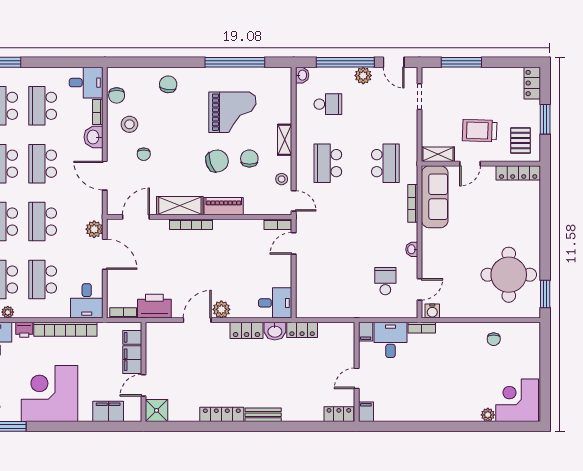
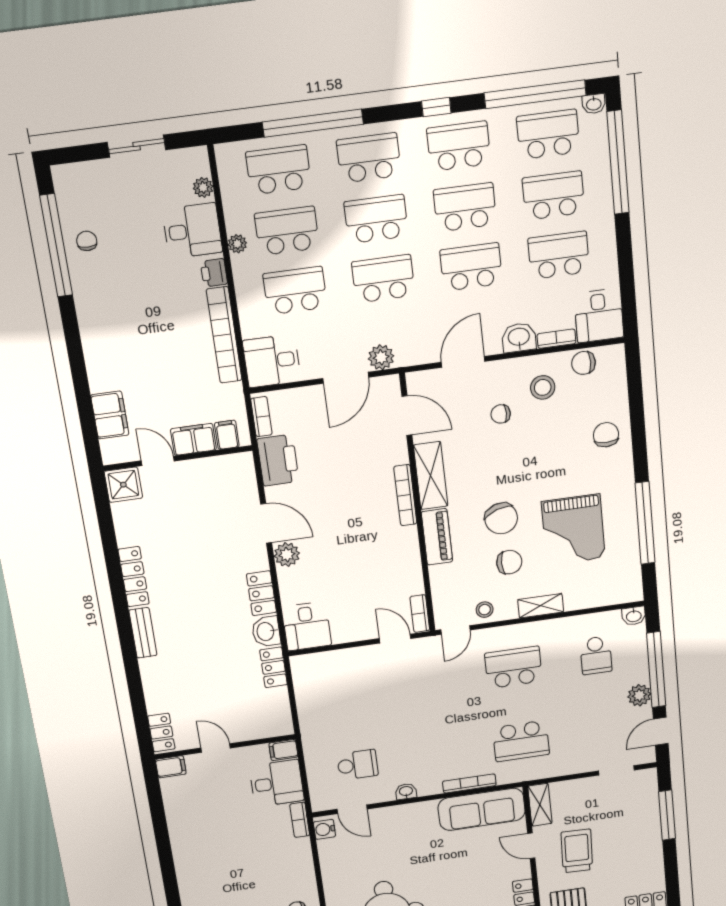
chair: (168, 84) -> (606, 435), turned -97
corner desk: (50, 394) -> (122, 324), removed

